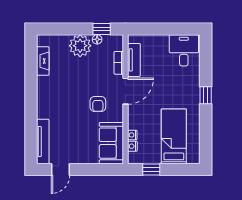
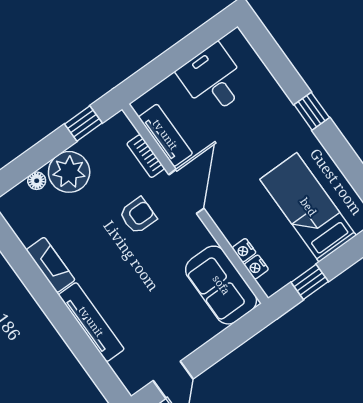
floor lamp: (97, 39) -> (37, 181), moved
desk: (184, 50) -> (213, 80), moved
fireplace: (43, 61) -> (51, 265), moved
armchair: (98, 104) -> (138, 216), moved, turned -90
tv unit: (43, 141) -> (91, 322), moved

